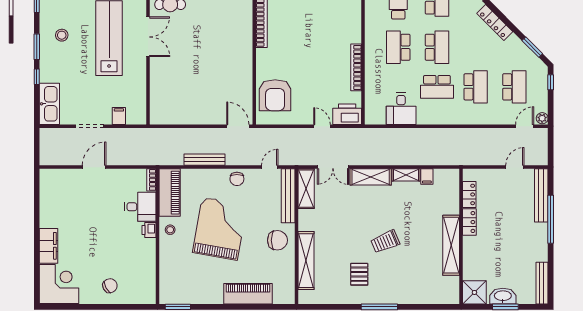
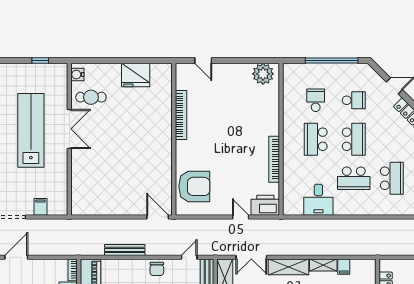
armchair: (275, 95) -> (194, 186), turned -90

